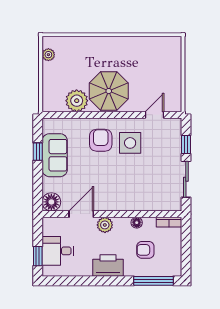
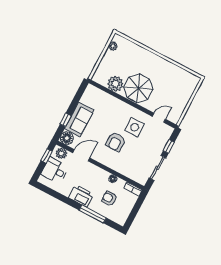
armchair: (101, 140) -> (116, 142), moved, turned 180
window: (38, 152) -> (66, 120), moved
sofa: (55, 155) -> (79, 119), moved
plant: (105, 225) -> (61, 153), moved
window: (38, 256) -> (47, 156), moved
window: (154, 281) -> (93, 214), moved

